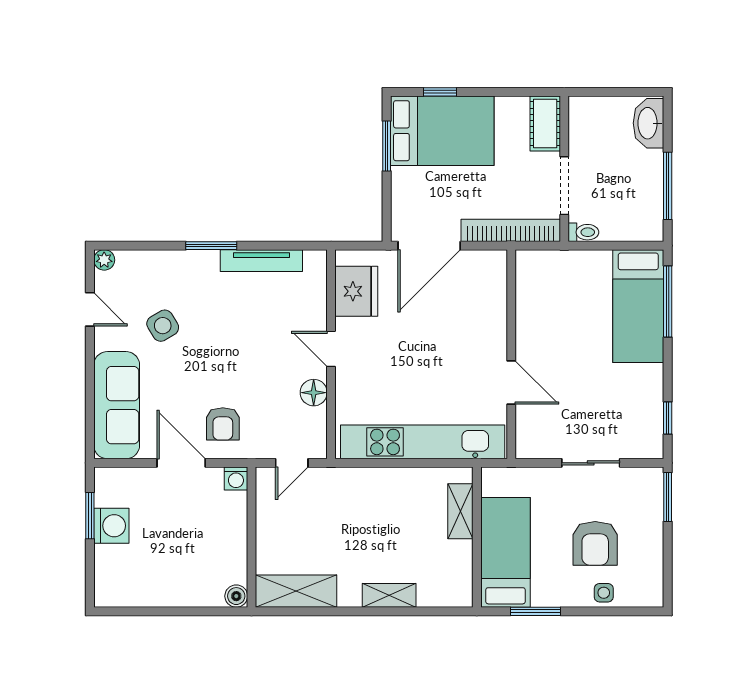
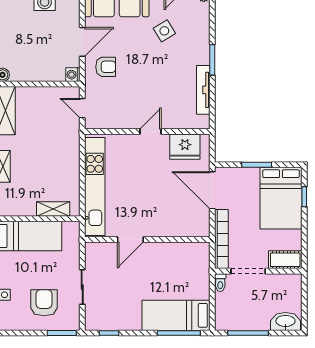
window: (387, 146) -> (257, 165), moved
floor lamp: (314, 393) -> (124, 121), removed
armchair: (223, 424) -> (106, 67), turned 180
armchair: (595, 543) -> (44, 303), moved, turned 90

